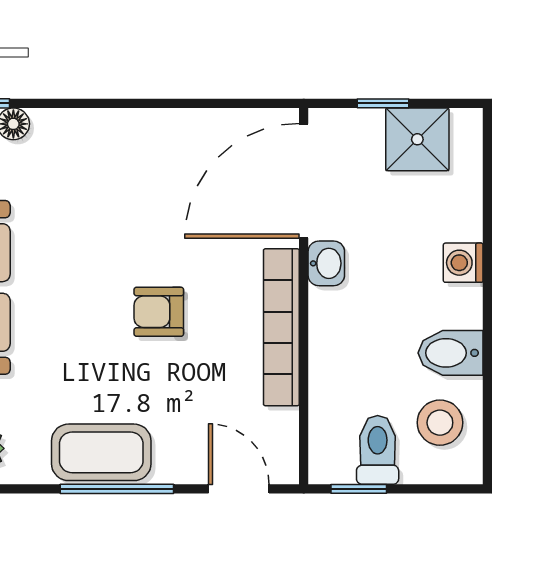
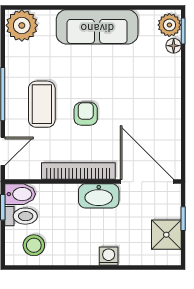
washbasin: (326, 263) -> (99, 196), width x1.91, depth x1.45
bidet: (451, 353) -> (20, 194), moved, turned 90
coffee table: (101, 452) -> (42, 104), moved

